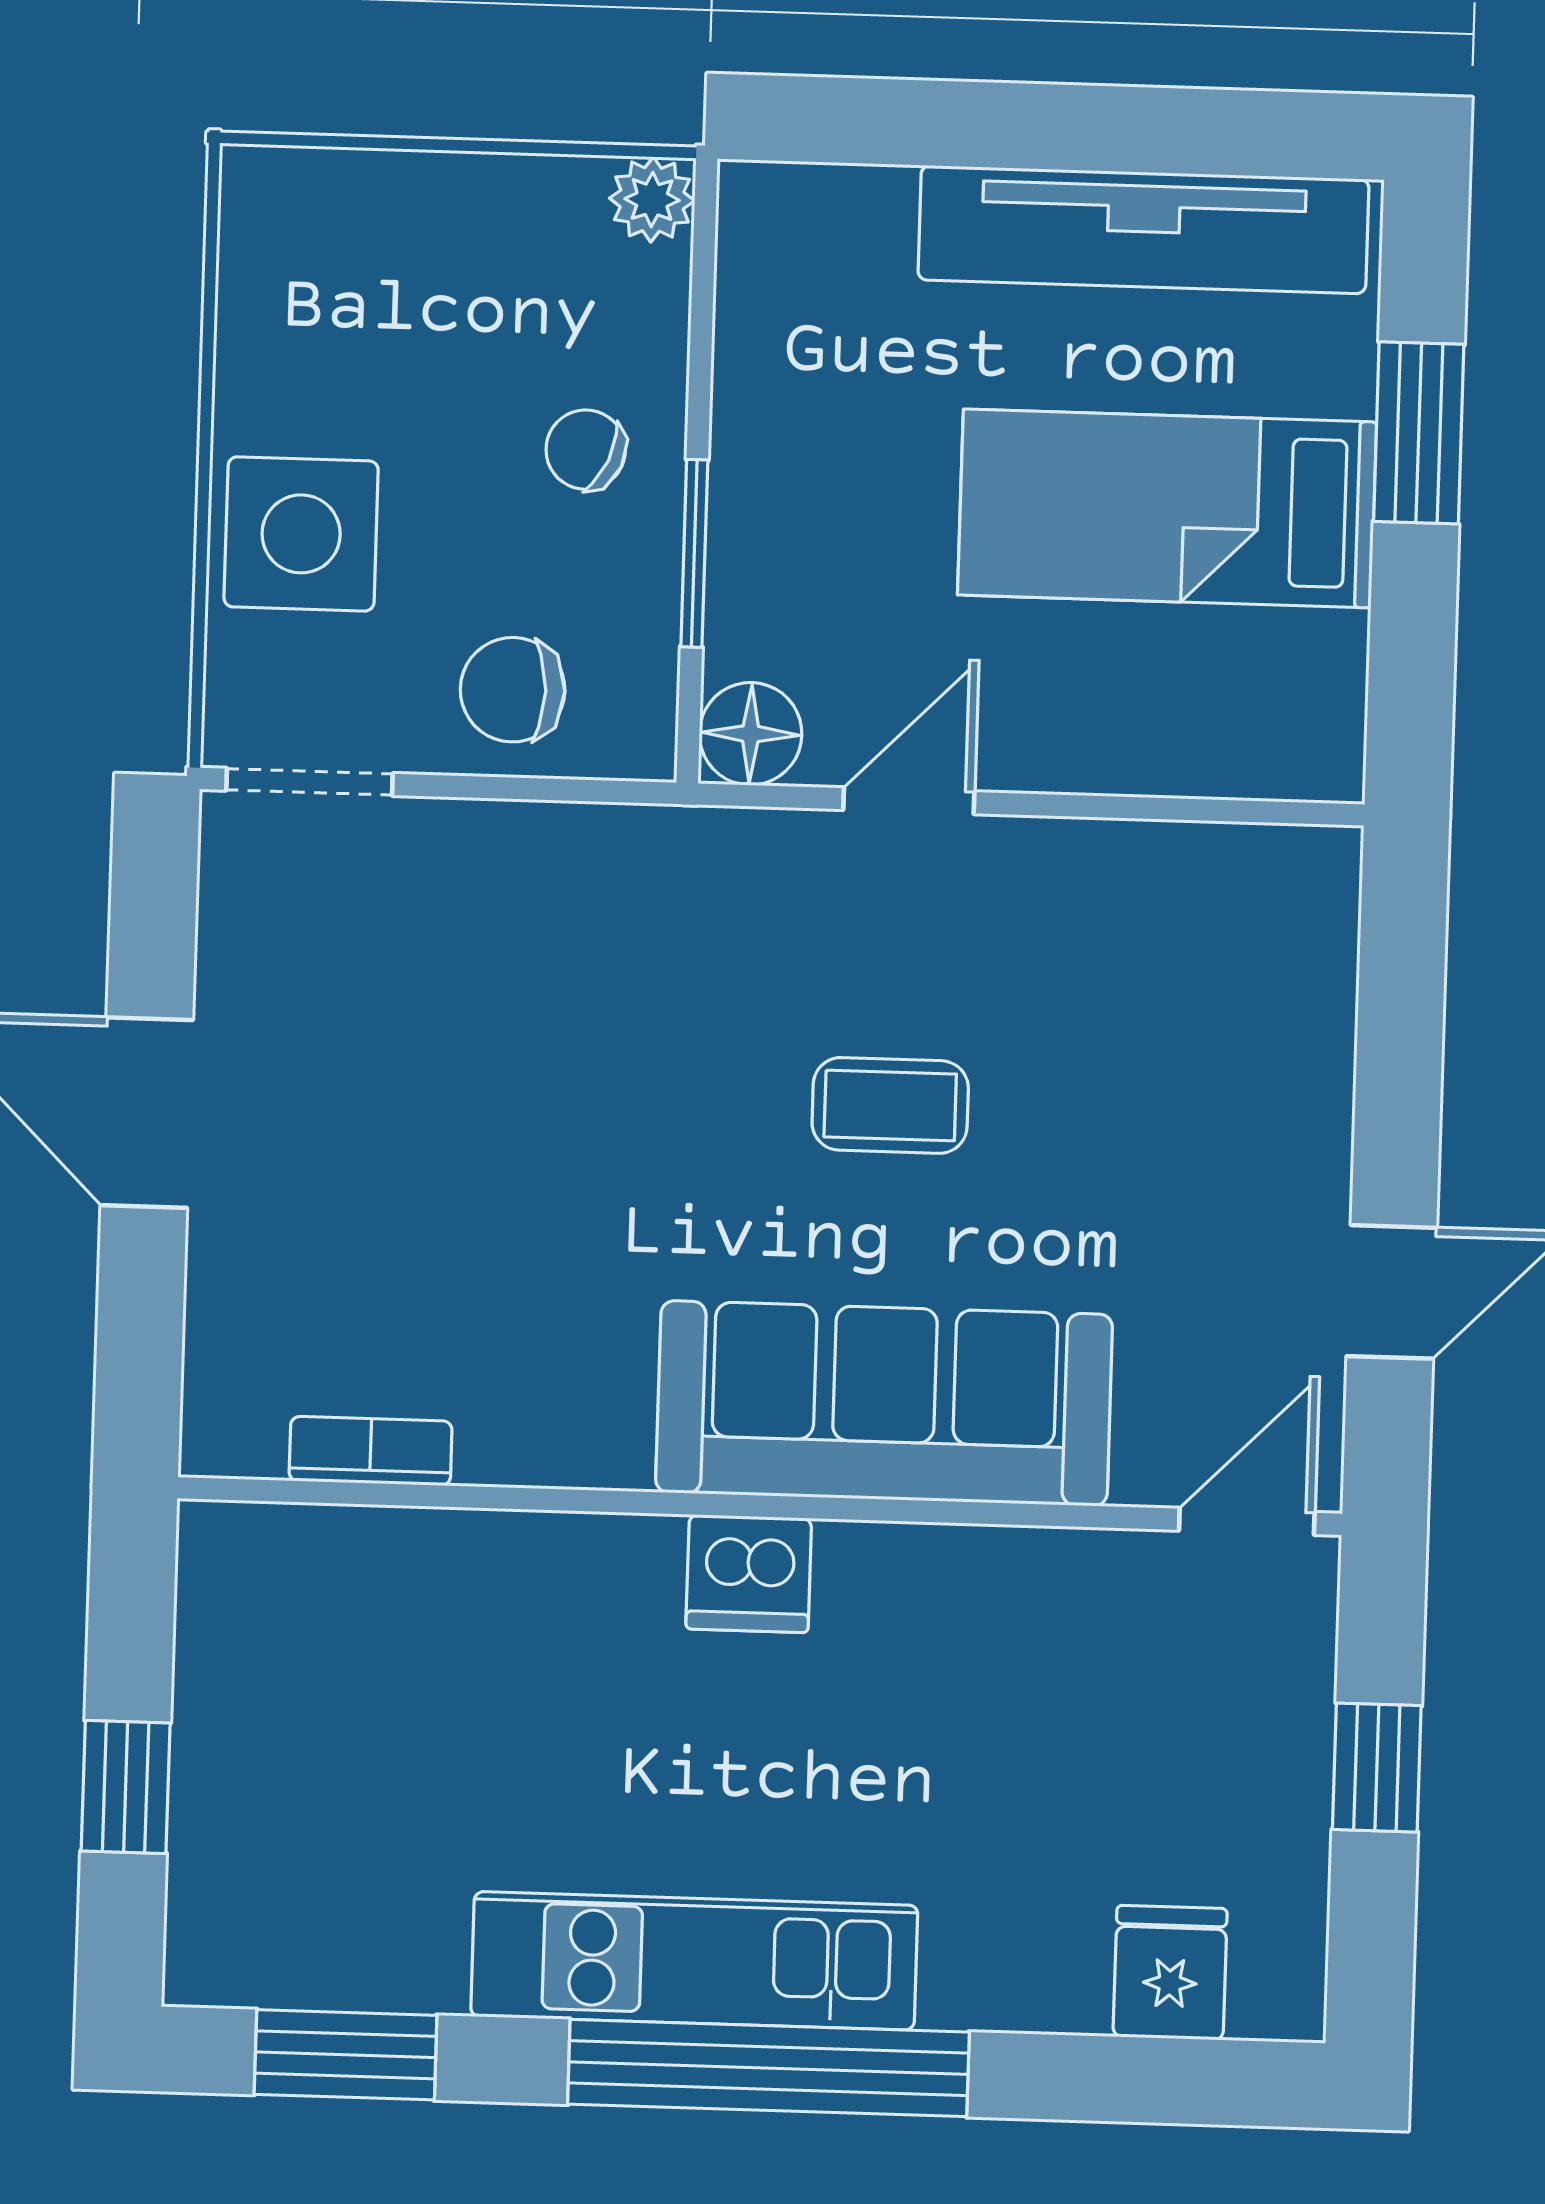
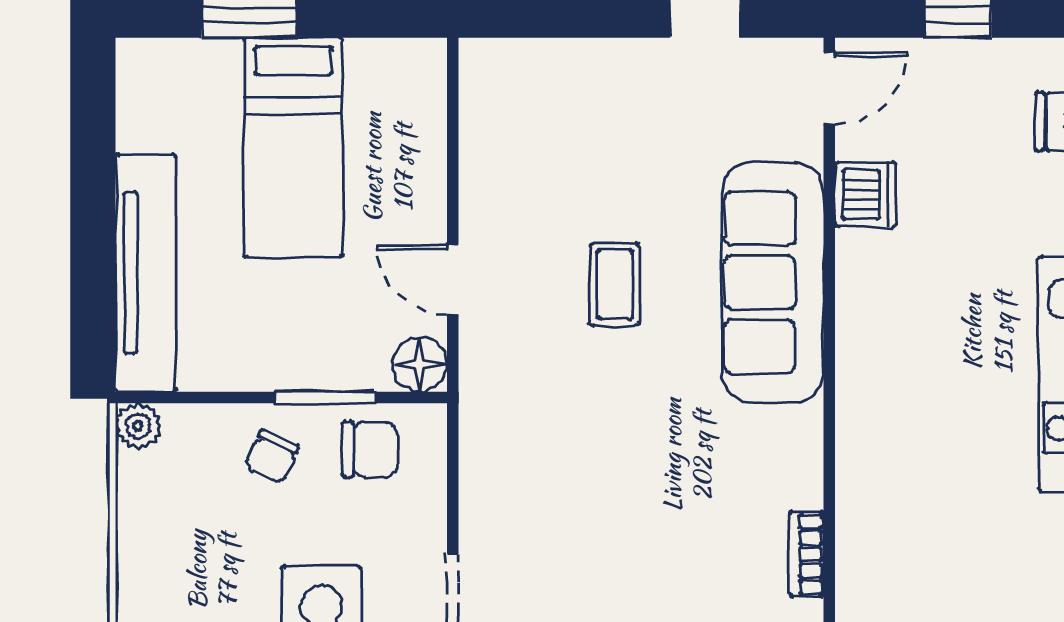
tv unit: (1143, 230) -> (146, 273), moved
chair: (513, 690) -> (370, 449), moved, turned -90
door: (1247, 1521) -> (829, 88), swing flipped
dishwasher: (749, 1574) -> (865, 195), moved

